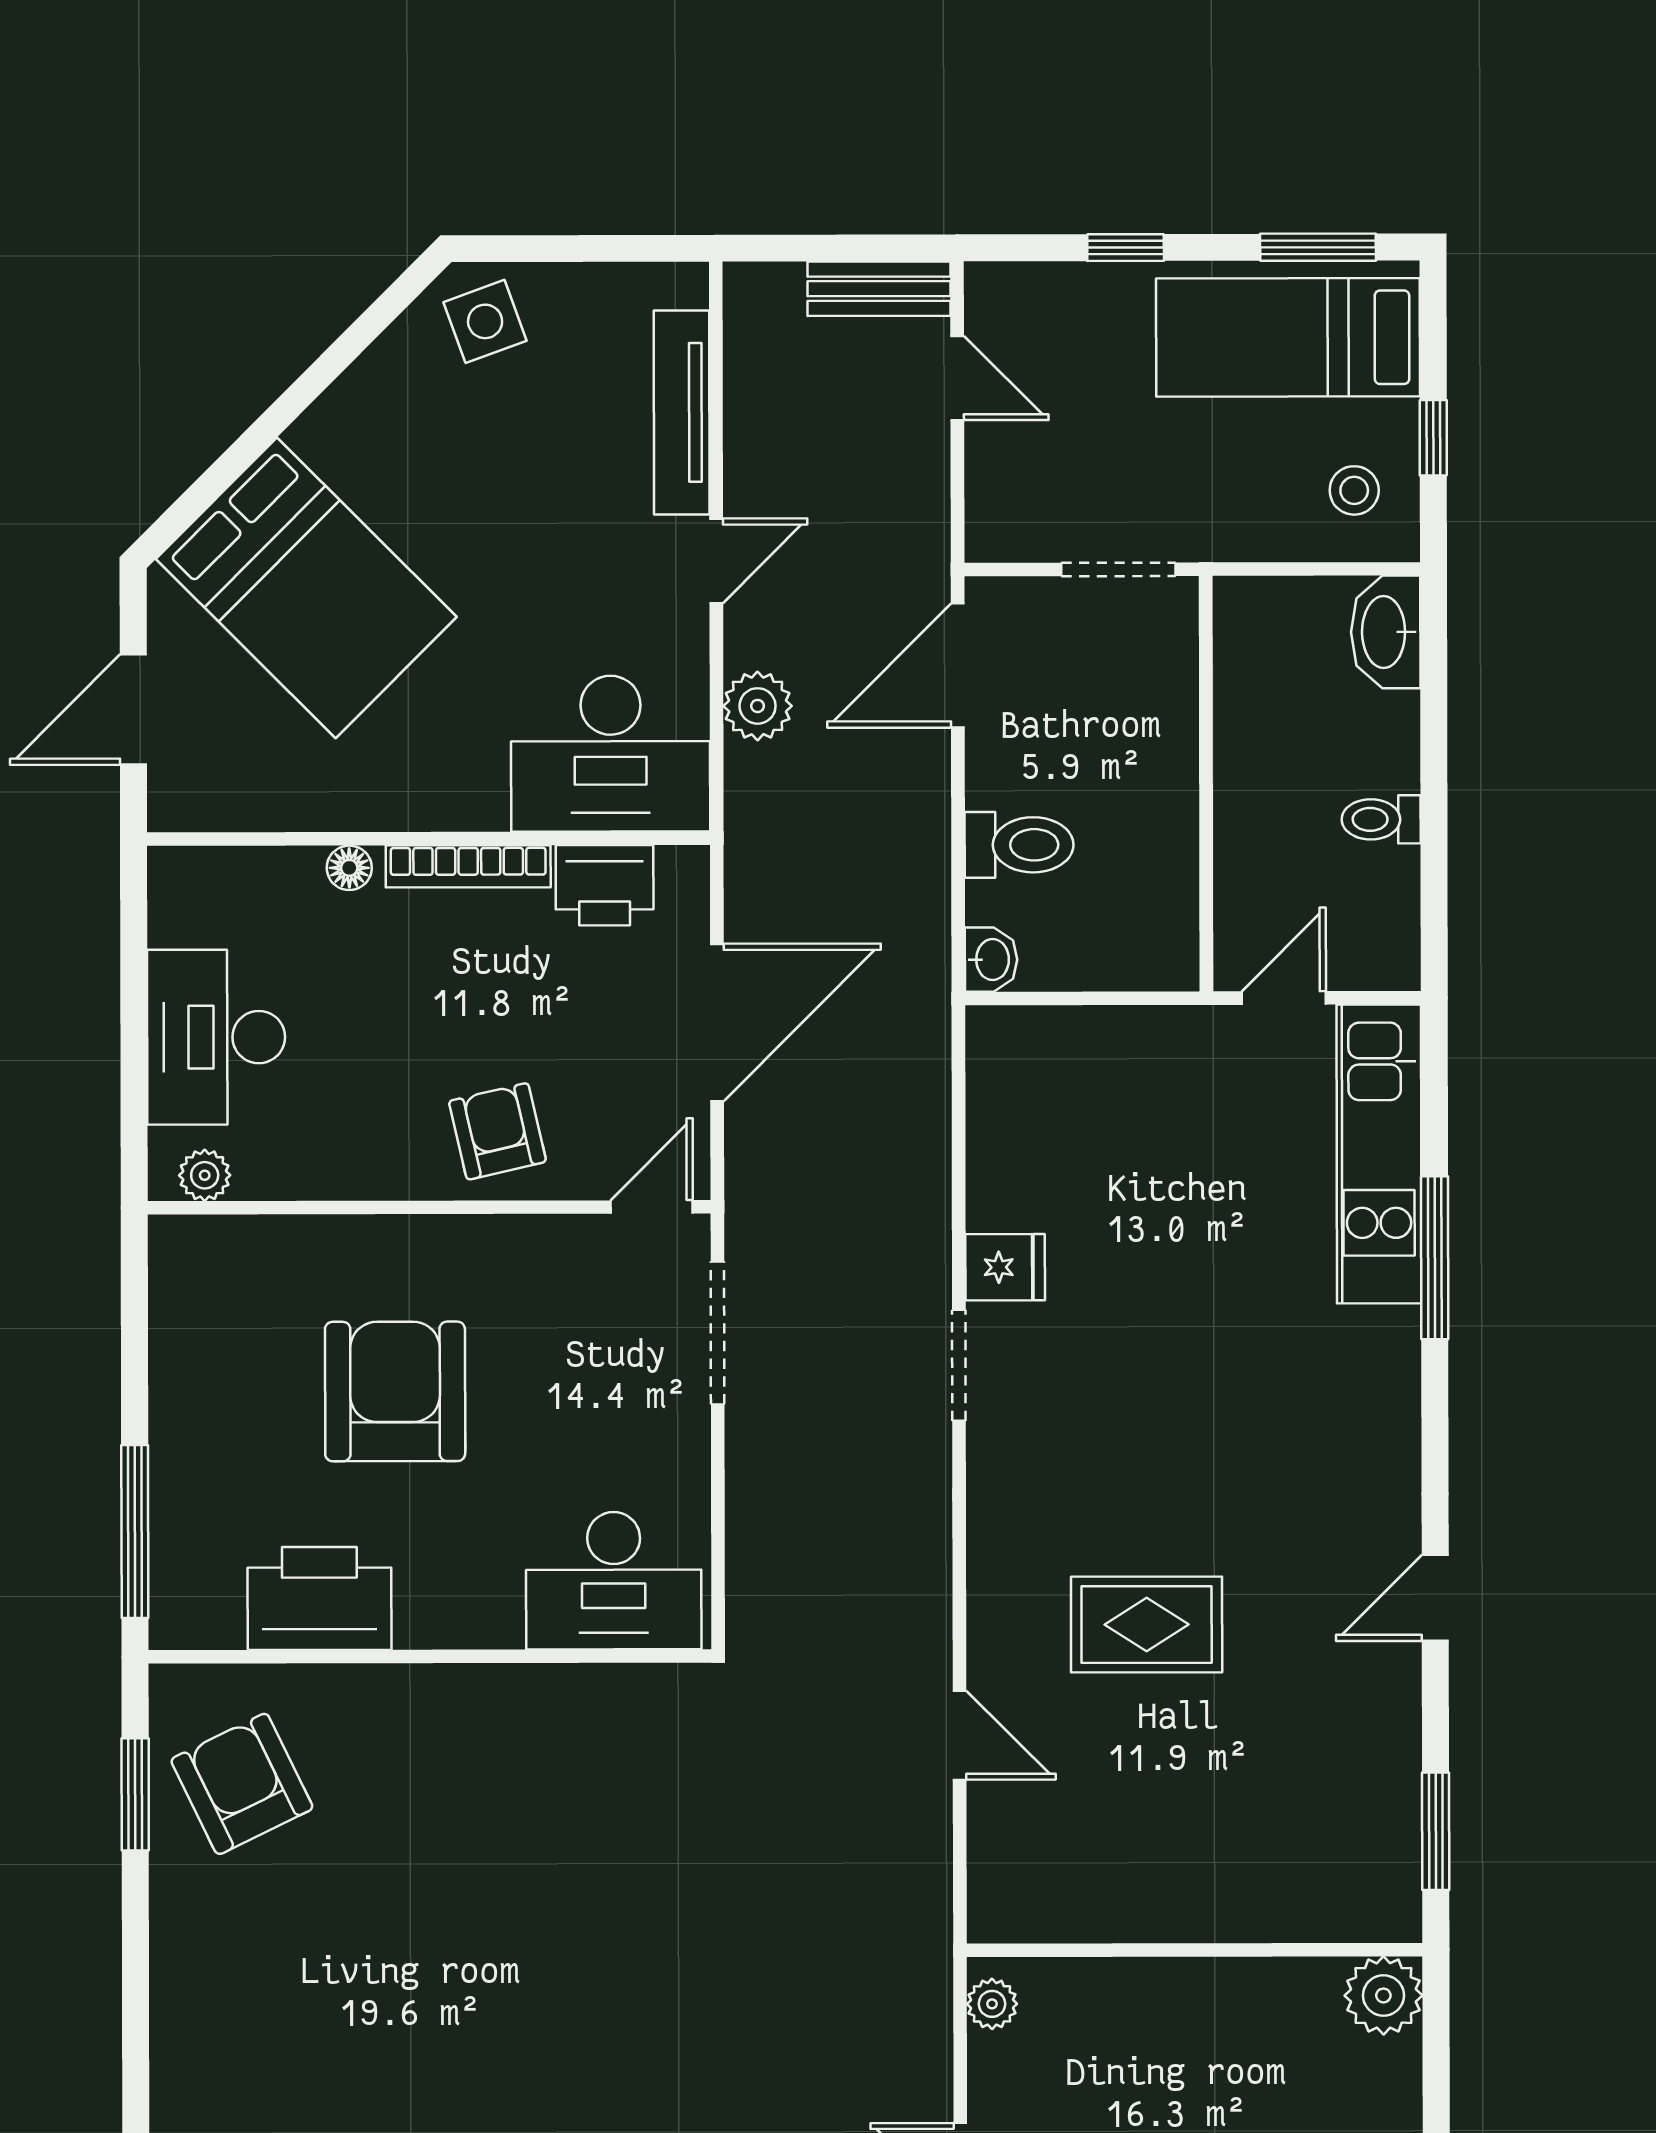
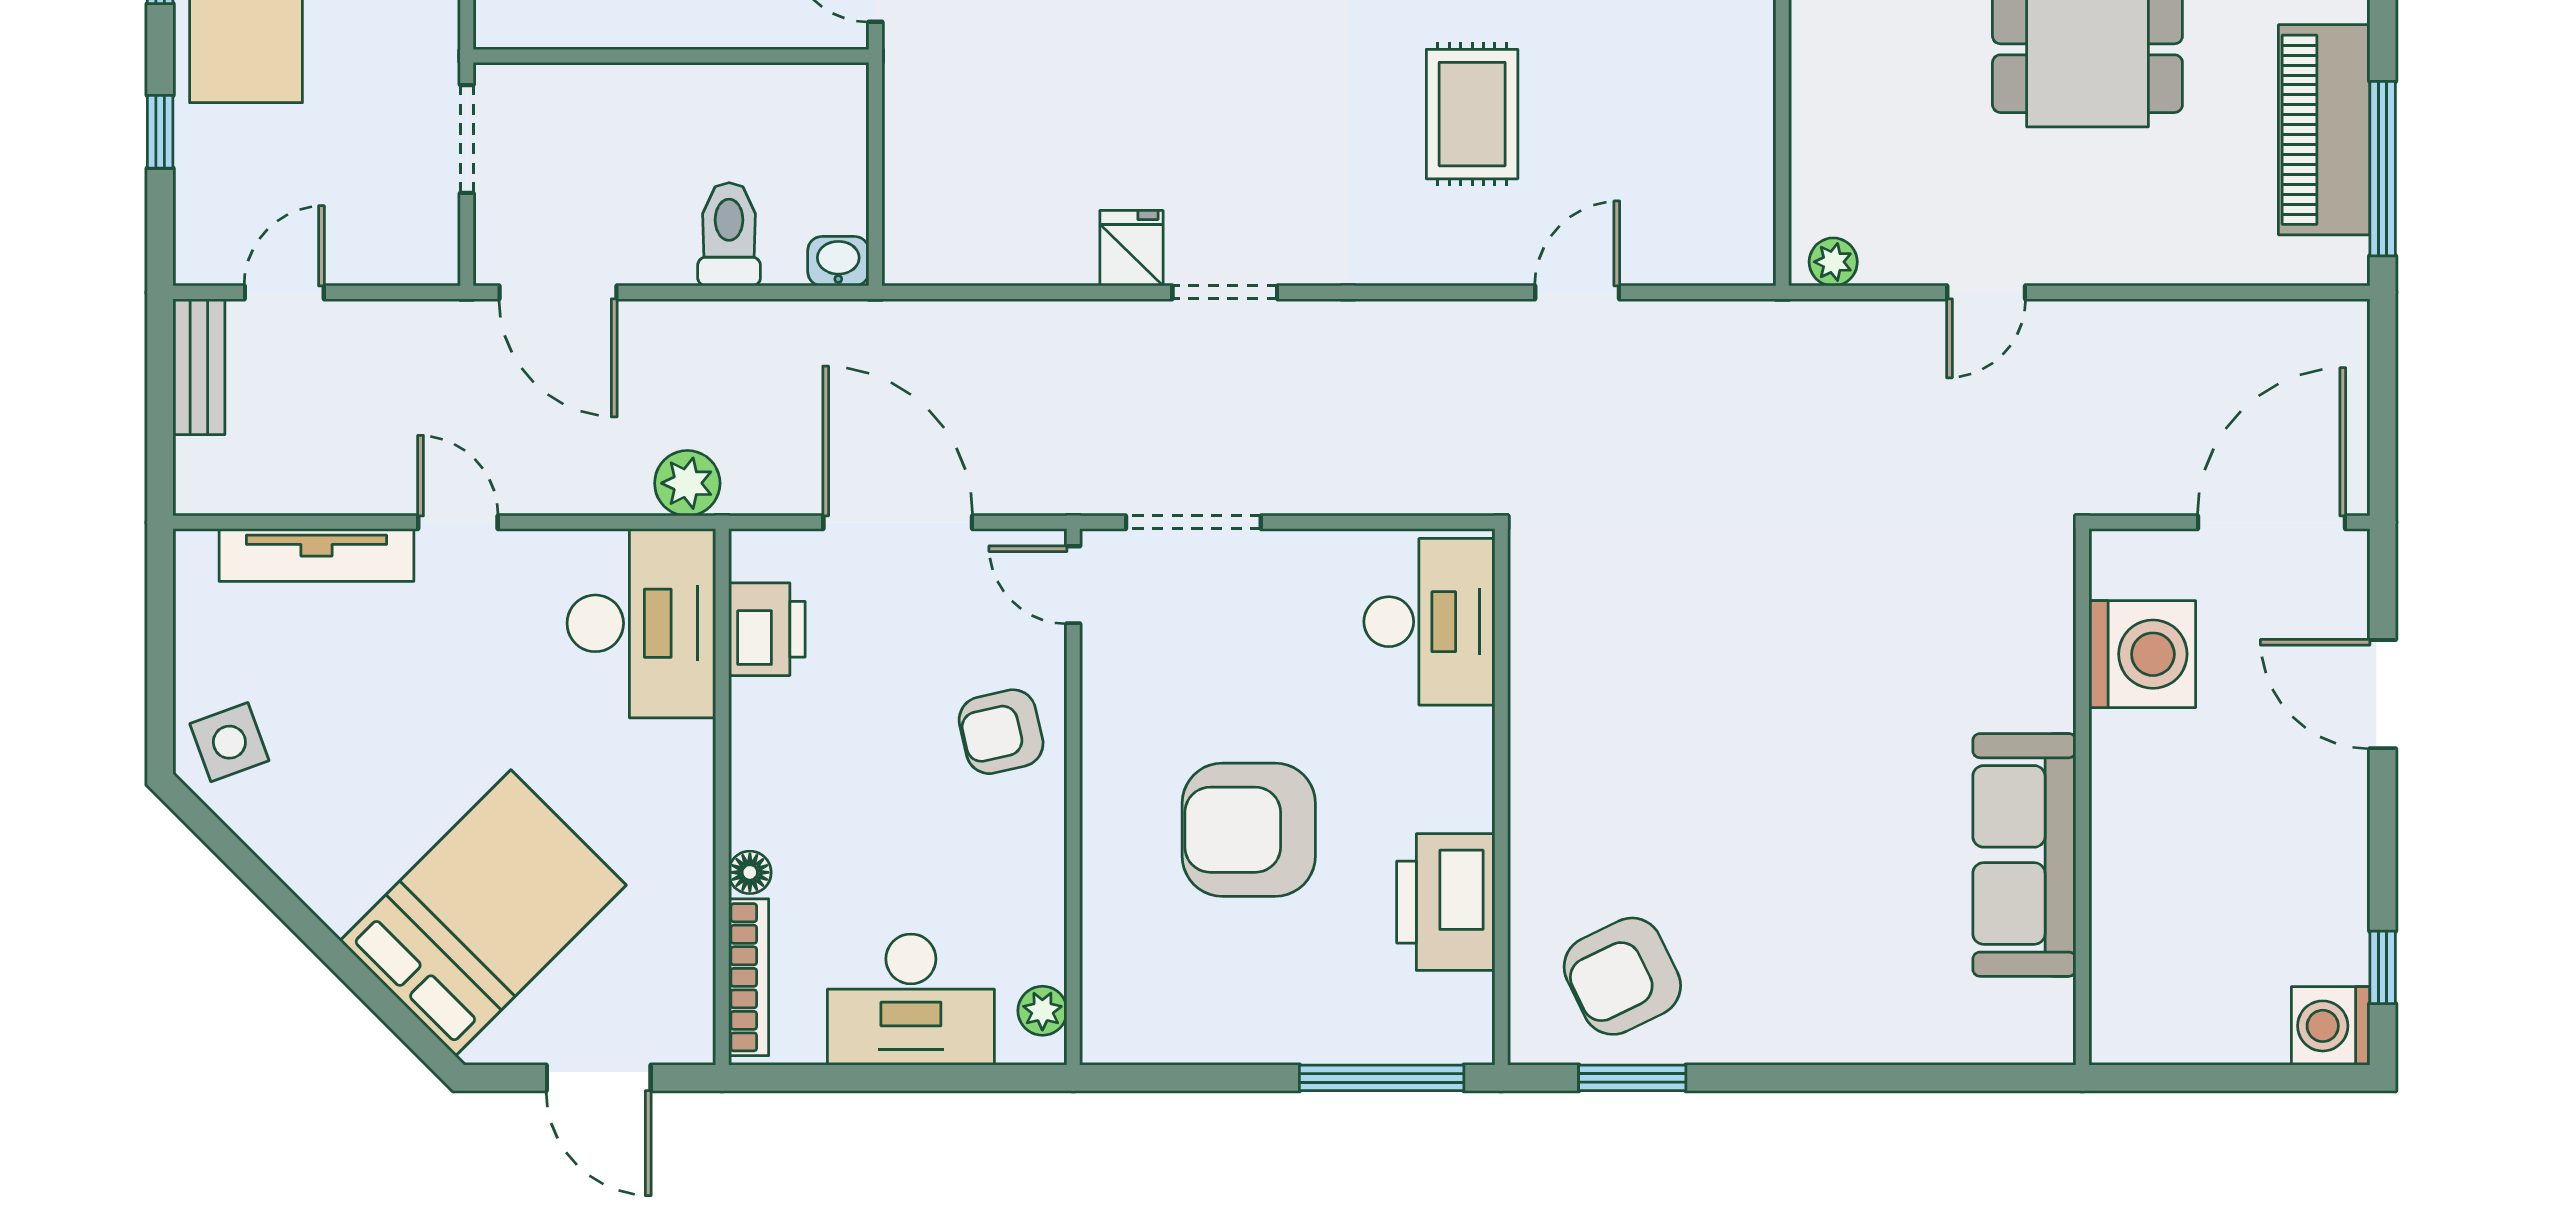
plant: (758, 706) -> (687, 483), moved
bookcase: (468, 866) -> (749, 977), moved

